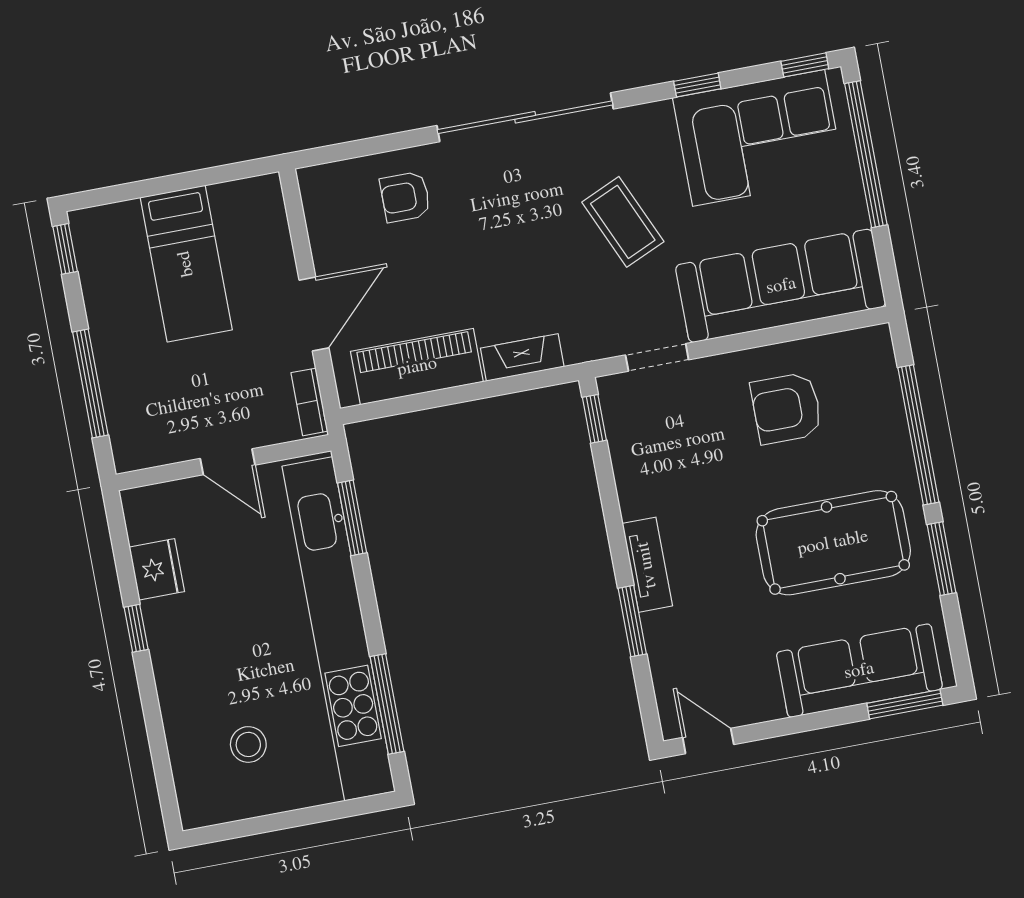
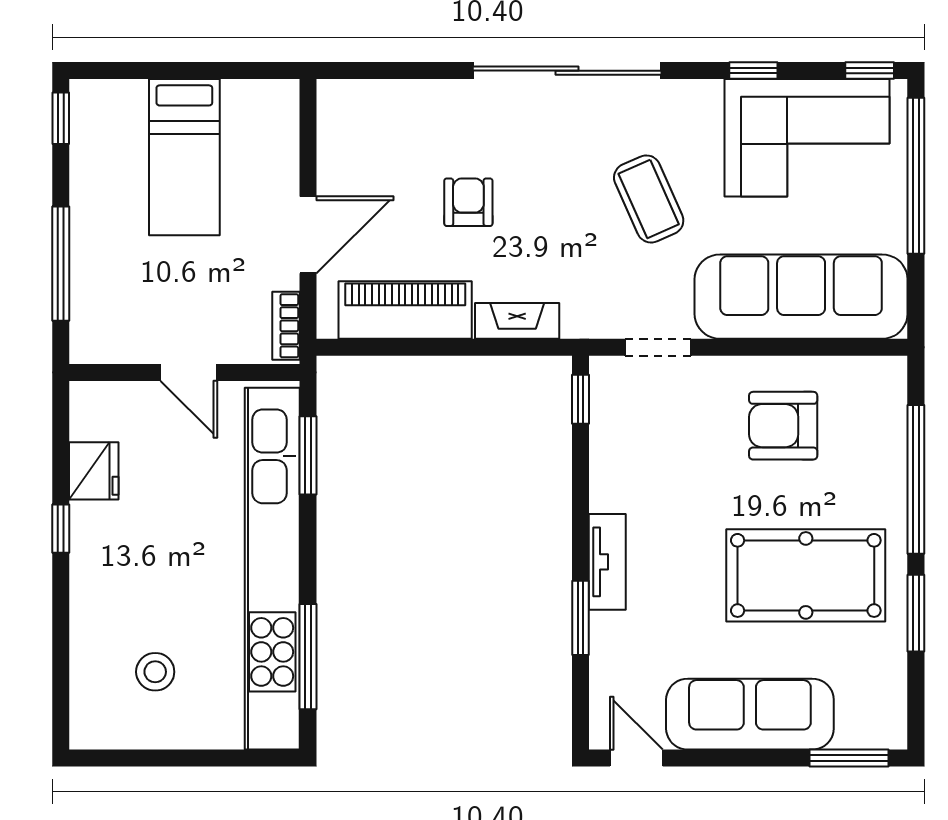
armchair: (405, 197) -> (468, 202), moved, turned 90
sofa: (859, 671) -> (750, 714), moved

